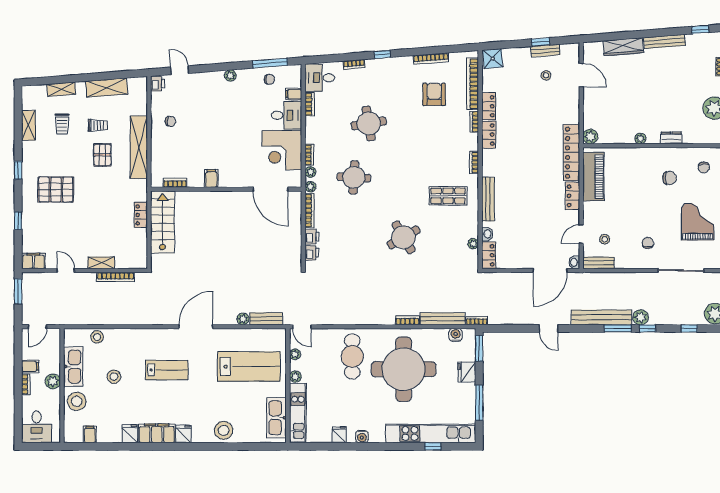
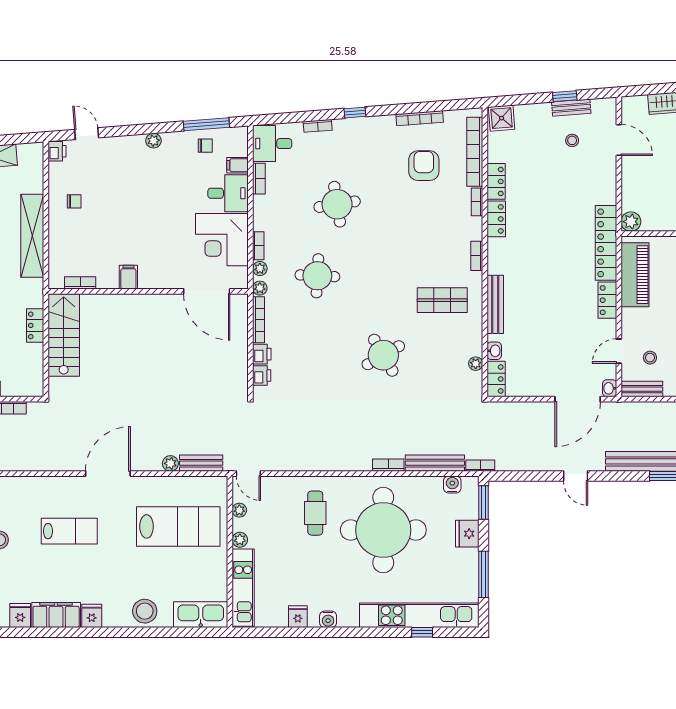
cafe table: (352, 356) -> (315, 513), width x0.73, depth x0.74
kitchen sink: (276, 418) -> (201, 615), moved, turned 90

